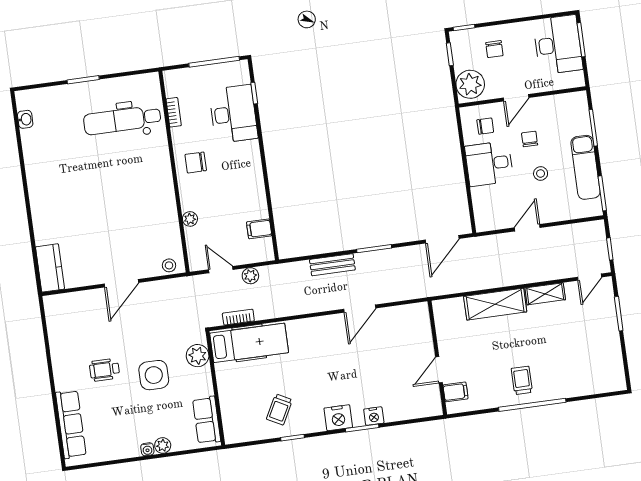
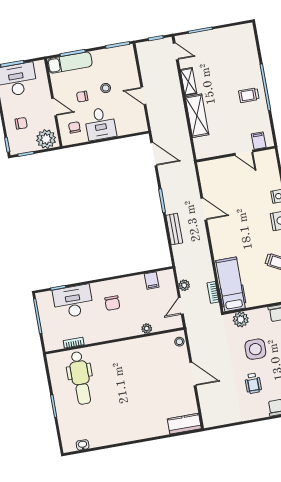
chair: (196, 163) -> (112, 303), moved
exam couch: (586, 167) -> (70, 63), moved

